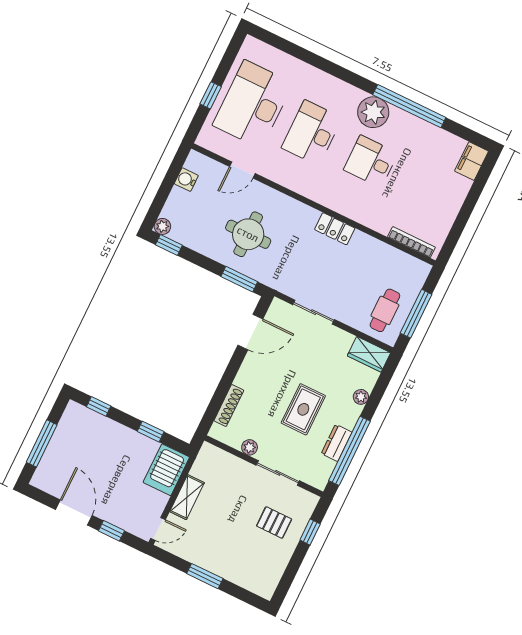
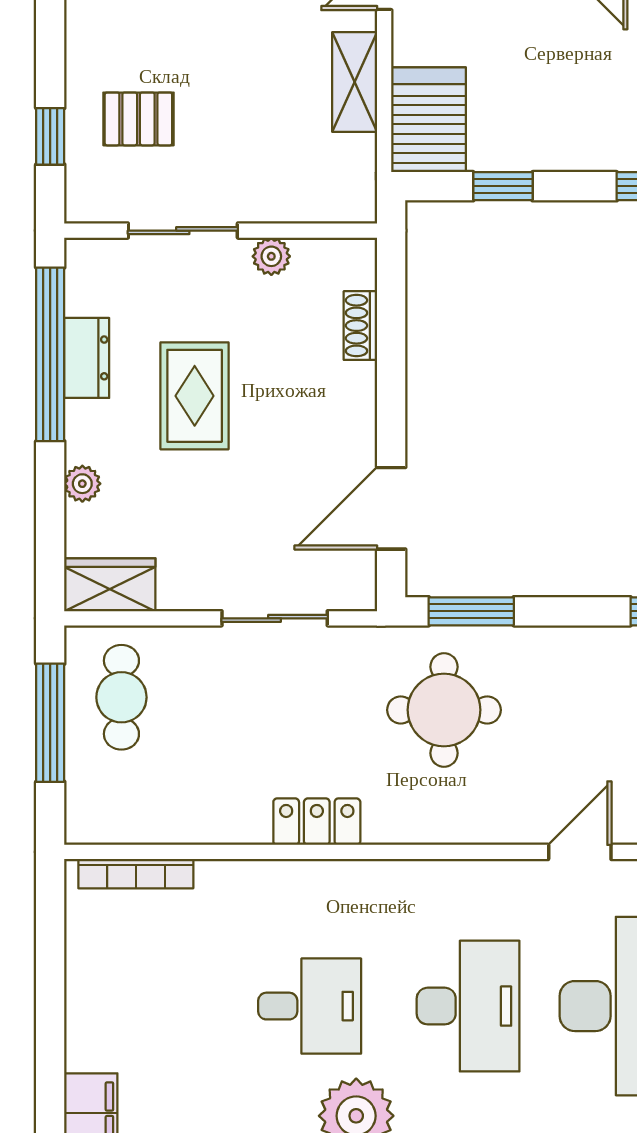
round table: (248, 234) -> (444, 710), moved
shoe rack: (229, 405) -> (360, 326), width x0.70

